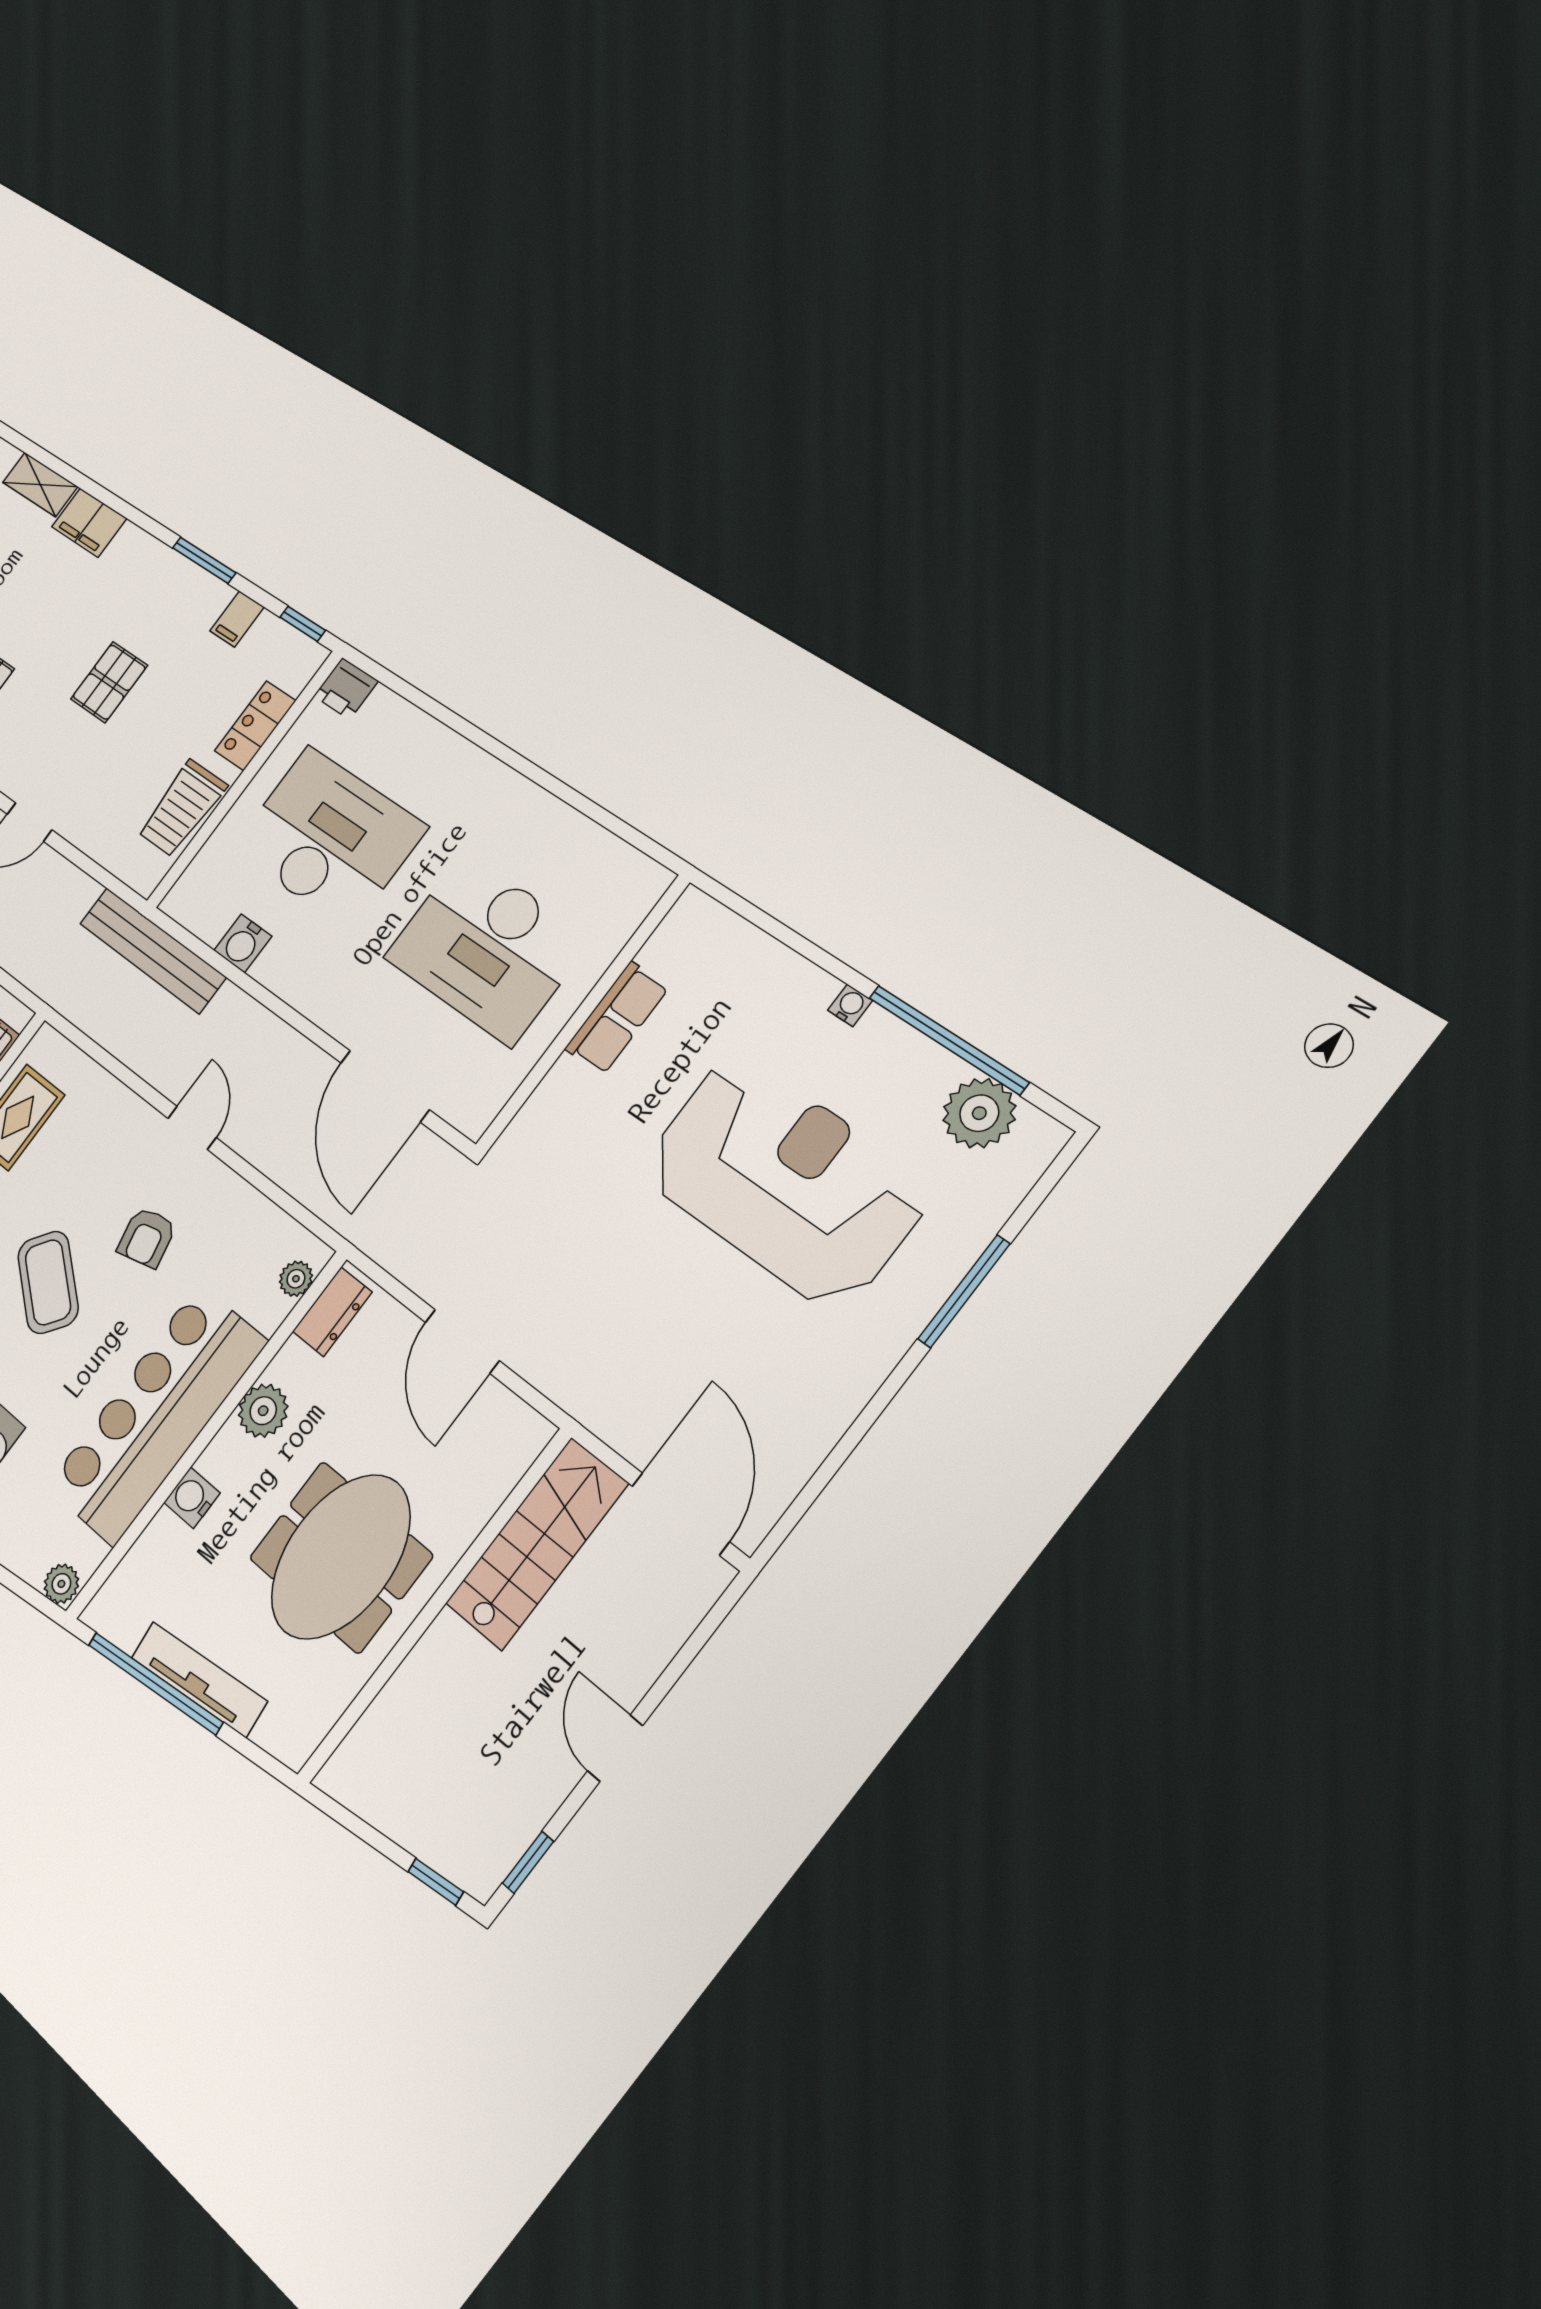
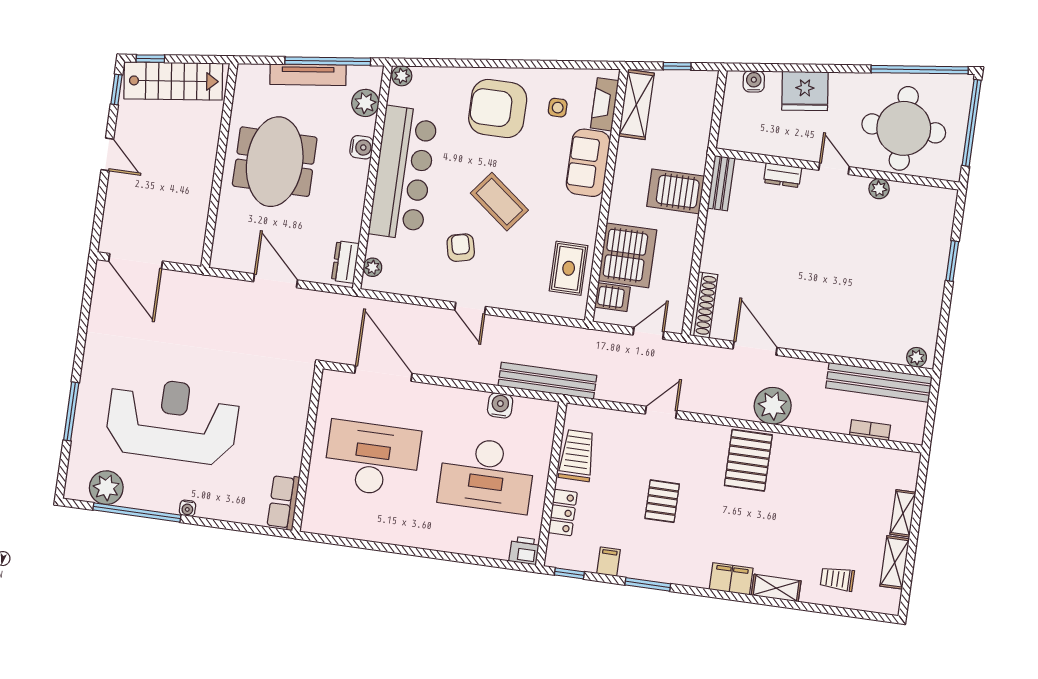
row of seats: (617, 1018) -> (283, 502), moved
reception desk: (784, 1180) -> (172, 420), turned 180
plant: (263, 1411) -> (365, 103), moved
stairs: (537, 1544) -> (173, 81), moved, turned -97

